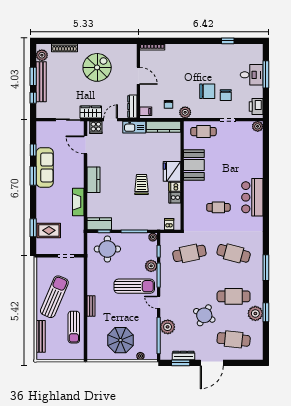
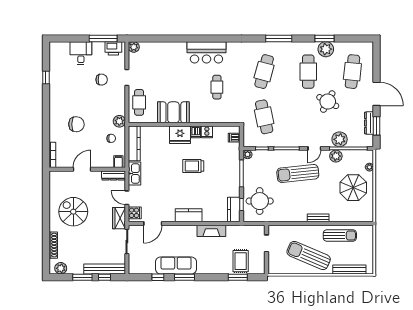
window: (266, 74) -> (103, 38), moved
bench: (41, 82) -> (105, 269), moved
chair: (207, 91) -> (76, 124), moved, turned 92
plant: (151, 266) -> (336, 156), moved
sun lounger: (134, 286) -> (298, 173), turned -96

